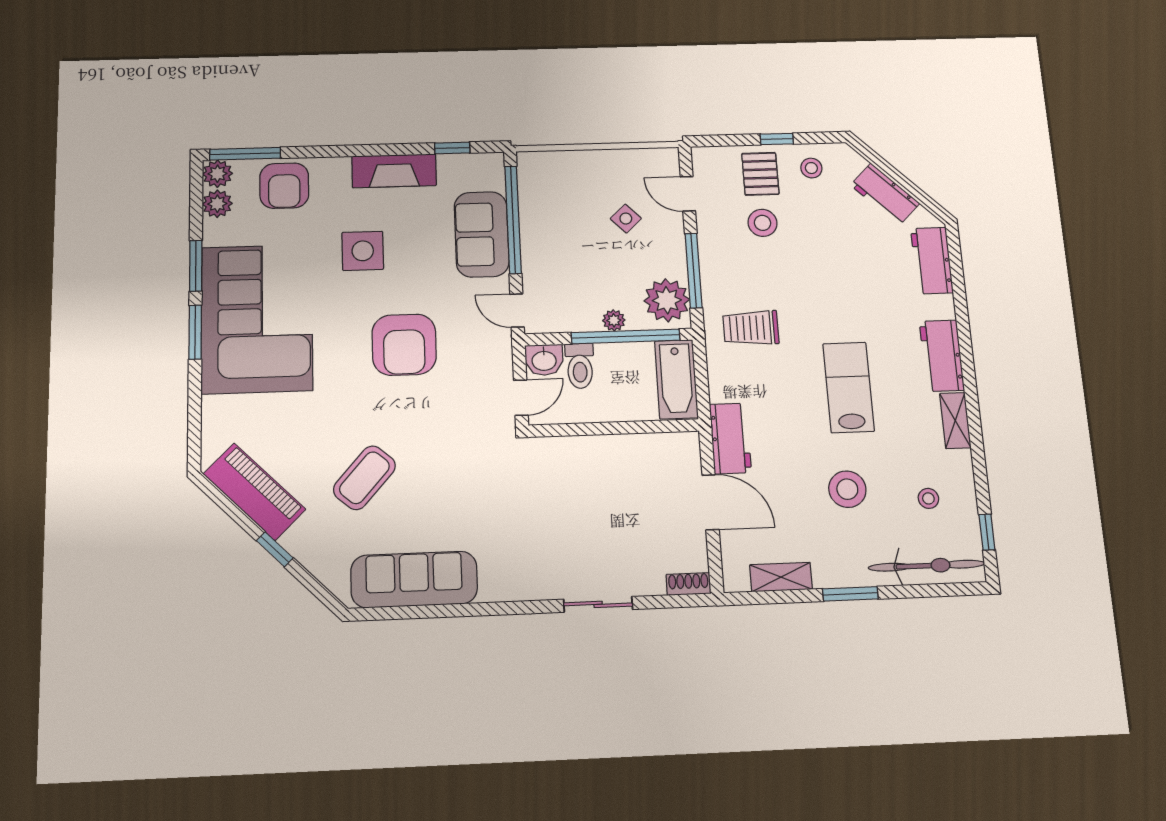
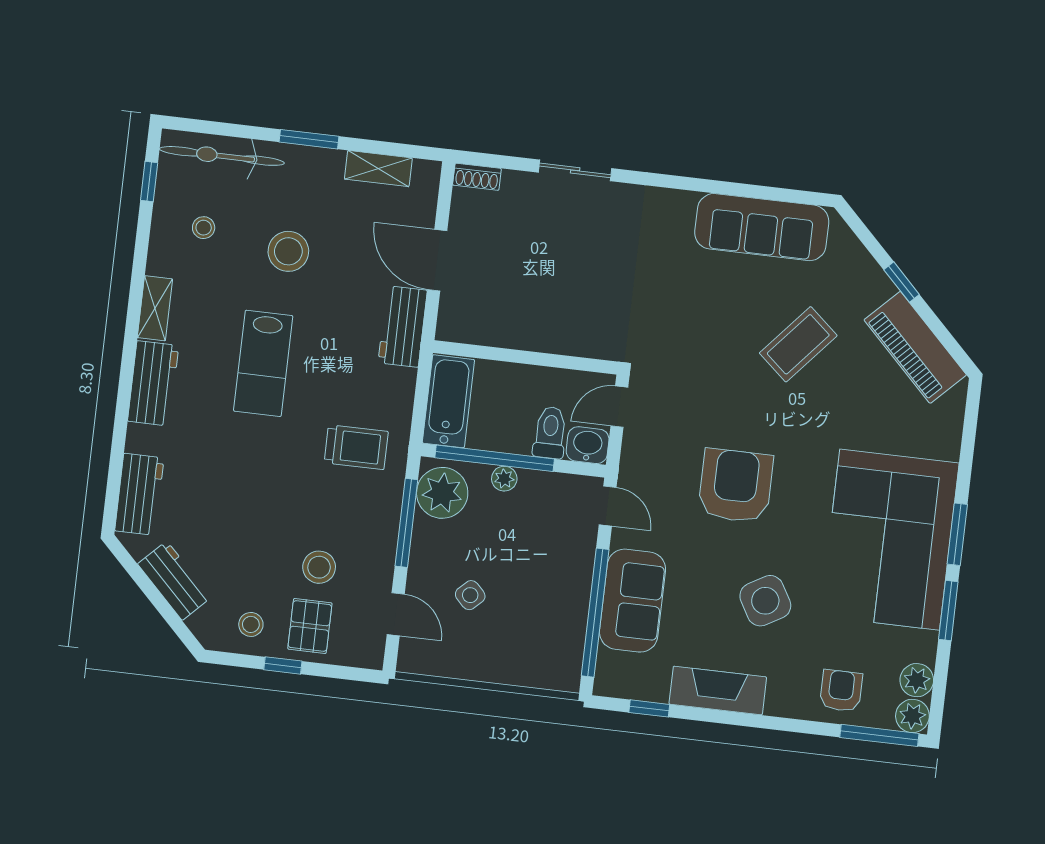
armchair: (284, 186) -> (841, 691), width x0.72, depth x0.72
side table: (363, 251) -> (765, 601), turned -30

